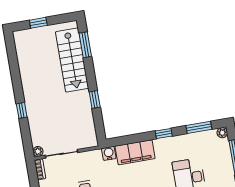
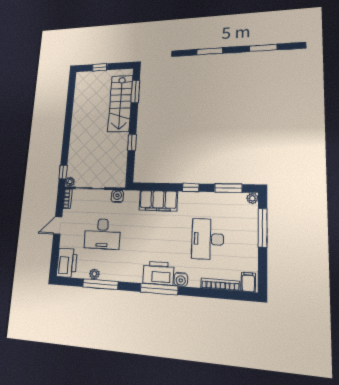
window: (22, 110) -> (63, 172), moved
water cooler: (109, 153) -> (117, 196), moved

